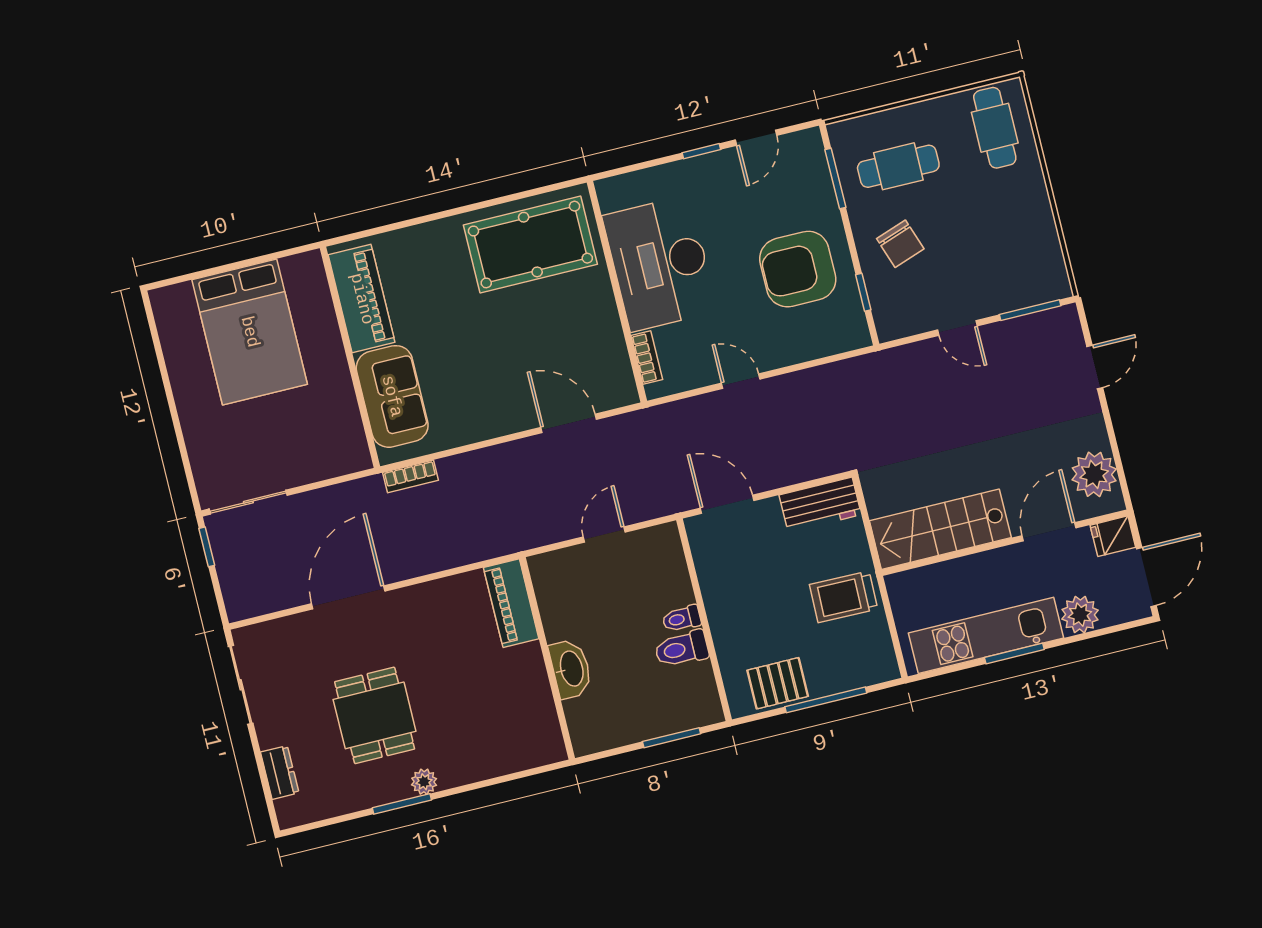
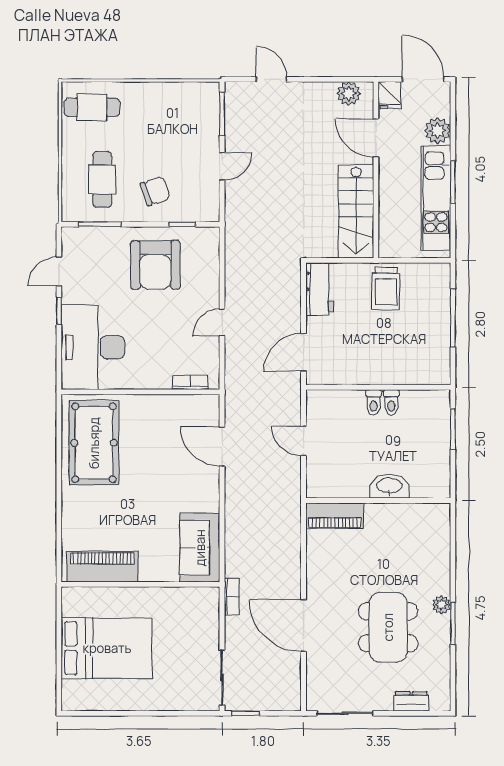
door: (756, 138) -> (59, 271), swing flipped
desk: (660, 263) -> (93, 347), moved, turned 90
sofa: (392, 396) -> (200, 548), moved, turned -90
door: (569, 423) -> (222, 447), hinge flipped
plant: (1094, 474) -> (349, 93), width x0.73, depth x0.73
bookcase: (411, 476) -> (232, 597), moved
toilet: (682, 649) -> (391, 402), width x0.73, depth x0.72
pallet: (778, 683) -> (434, 348), removed
dining table: (375, 715) -> (388, 627), width x1.38

